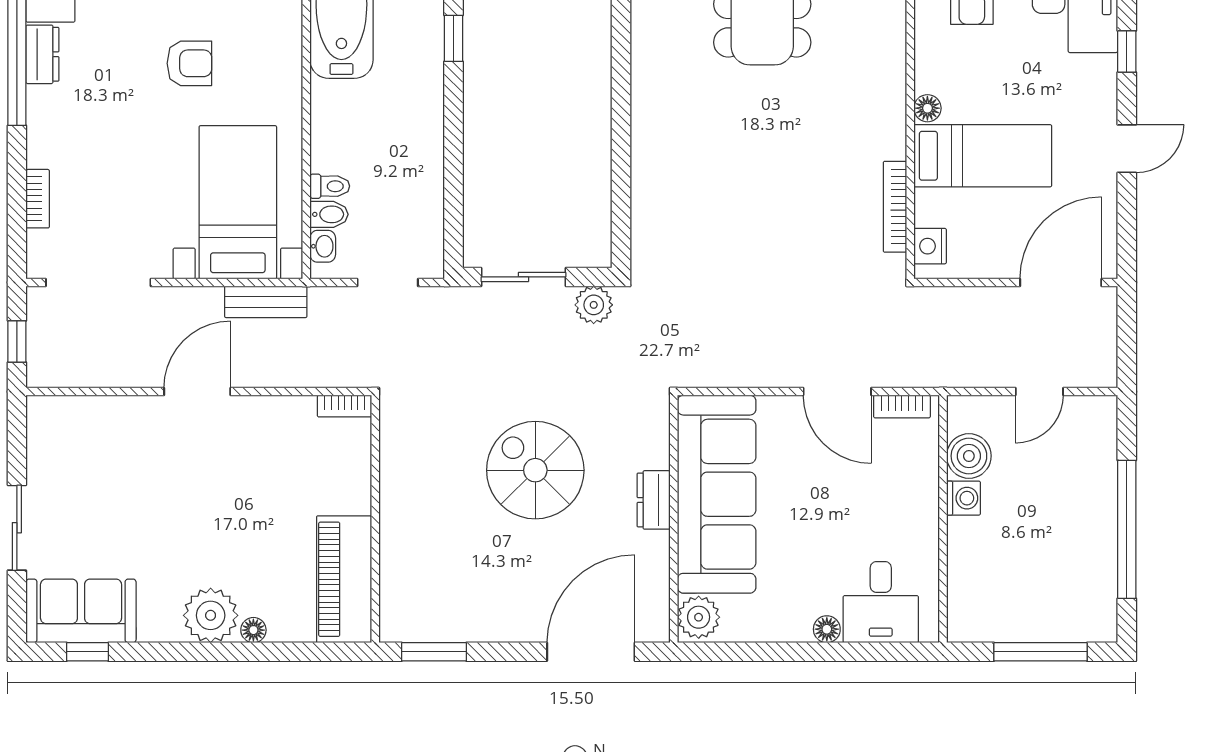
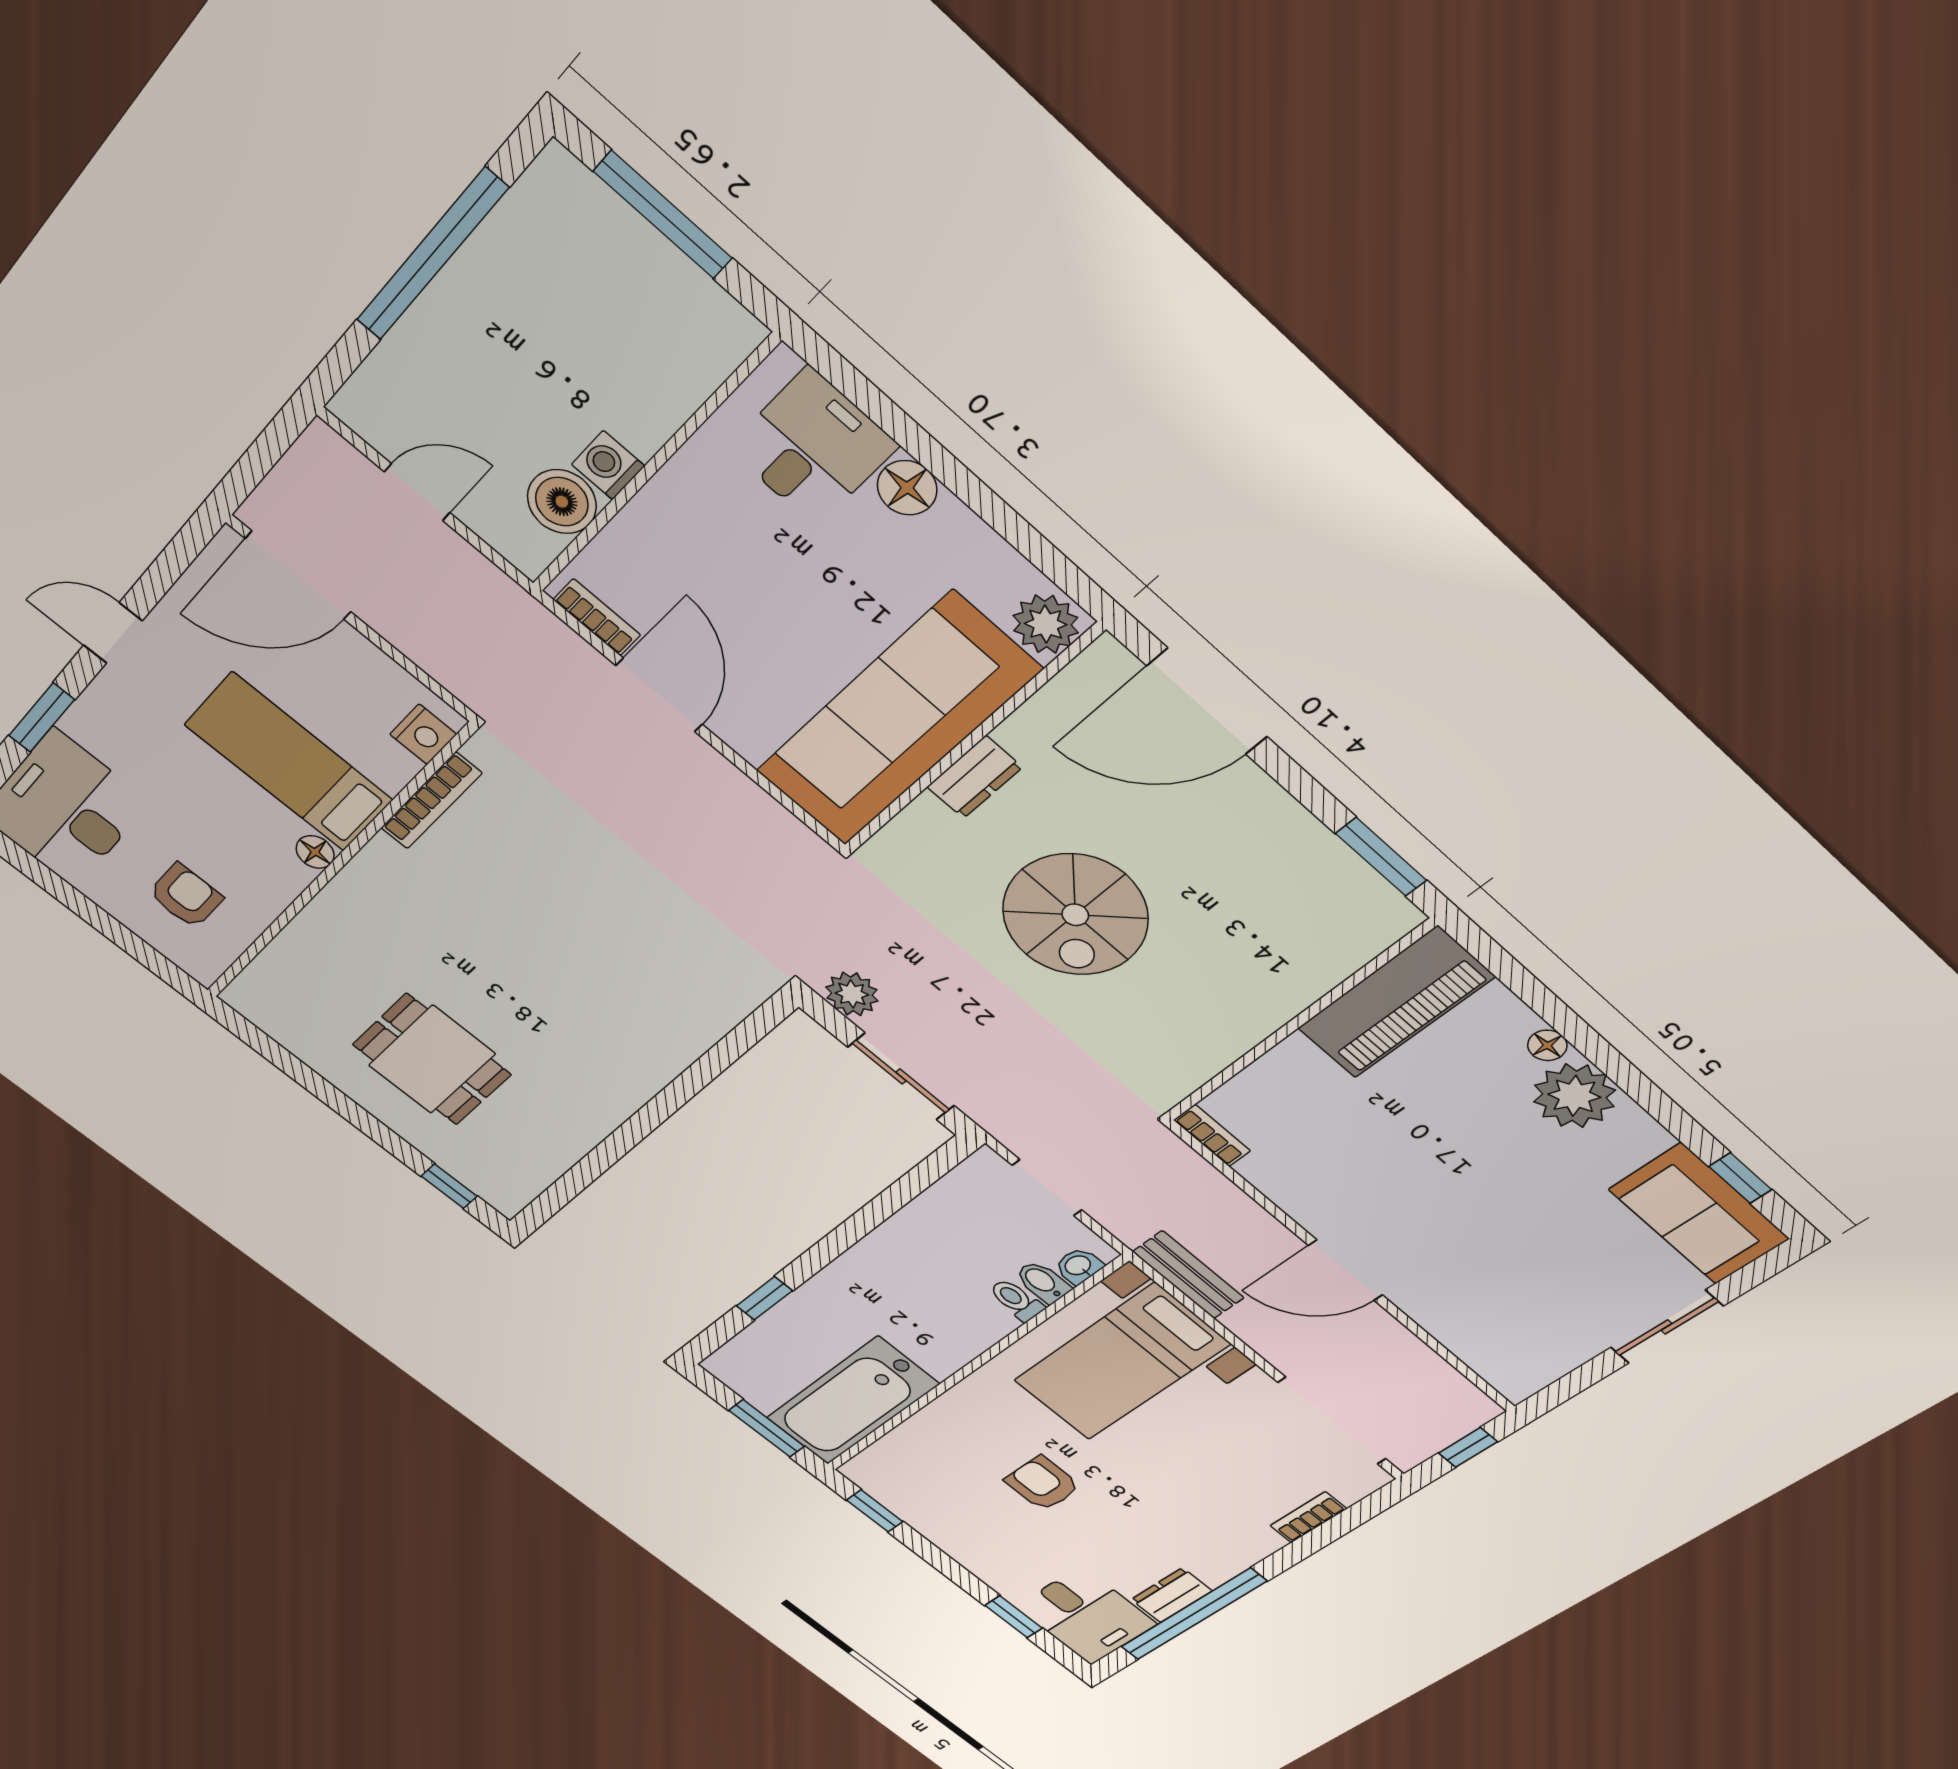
window: (1127, 52) -> (42, 718), width x1.50
floor lamp: (827, 629) -> (907, 488), width x1.37, depth x1.37

